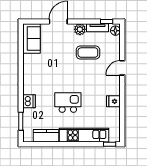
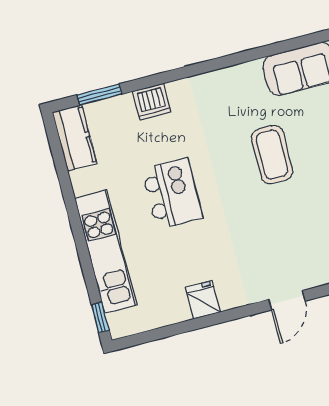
coffee table: (88, 53) -> (272, 155), moved
door: (122, 68) -> (287, 300), swing flipped
kitchen counter: (46, 136) -> (74, 138), moved

